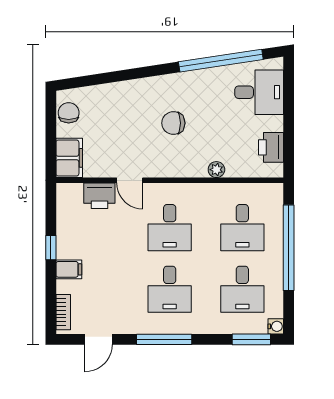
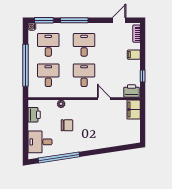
chair: (69, 113) -> (134, 132), removed
chair: (173, 123) -> (67, 125), moved
printer: (99, 196) -> (132, 91), moved
window: (51, 248) -> (143, 76), moved
window: (164, 339) -> (74, 20), moved

